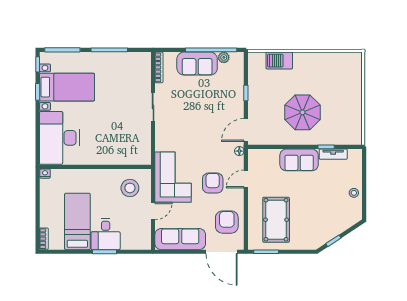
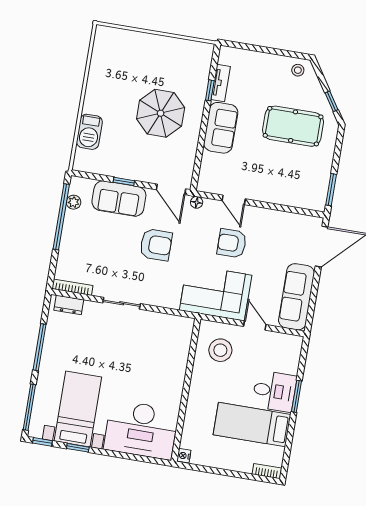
sofa: (197, 64) -> (119, 199), moved, turned 90
dresser: (145, 67) -> (69, 305), added
stool: (354, 193) -> (298, 70), moved
pool table: (276, 220) -> (293, 126), moved
armchair: (227, 222) -> (156, 245), moved, turned 180

